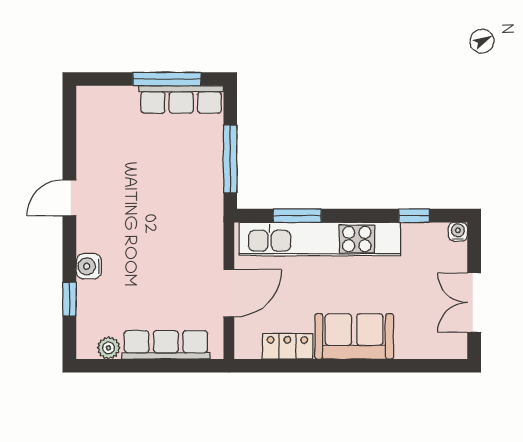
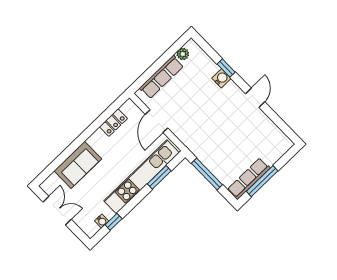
water cooler: (458, 232) -> (102, 221), moved
window: (69, 299) -> (226, 68), moved
sofa: (354, 336) -> (78, 165), moved

